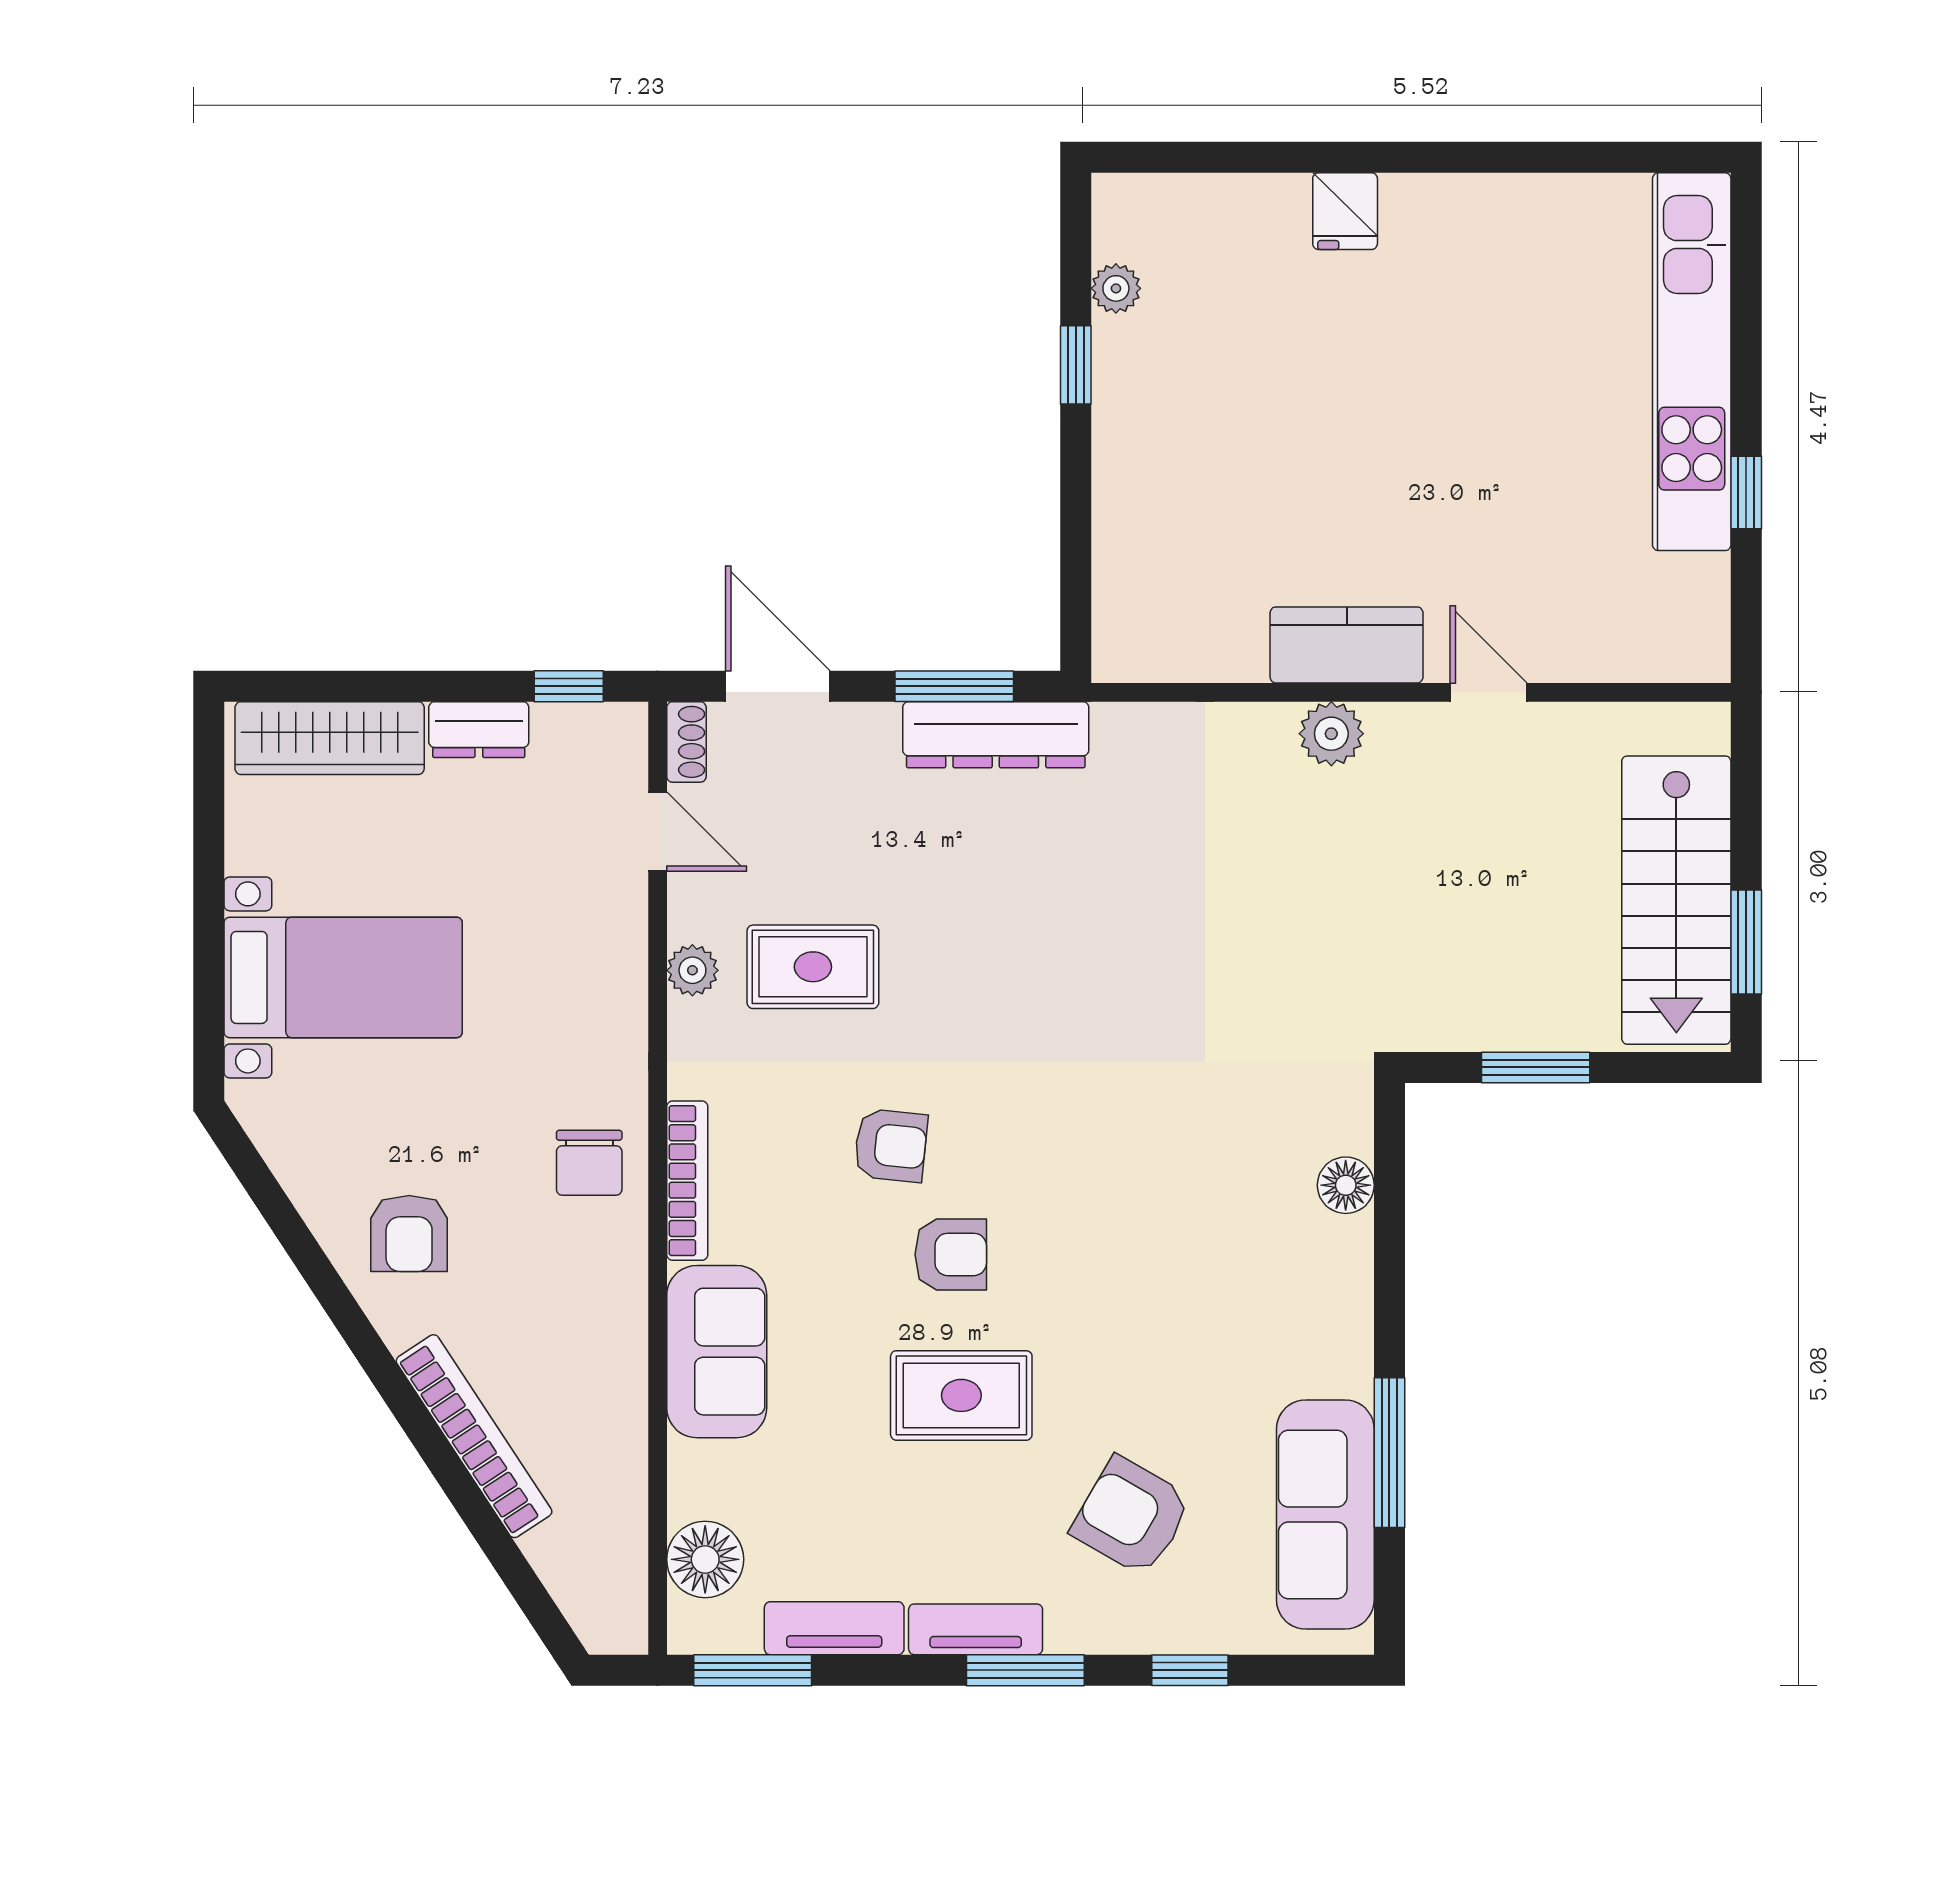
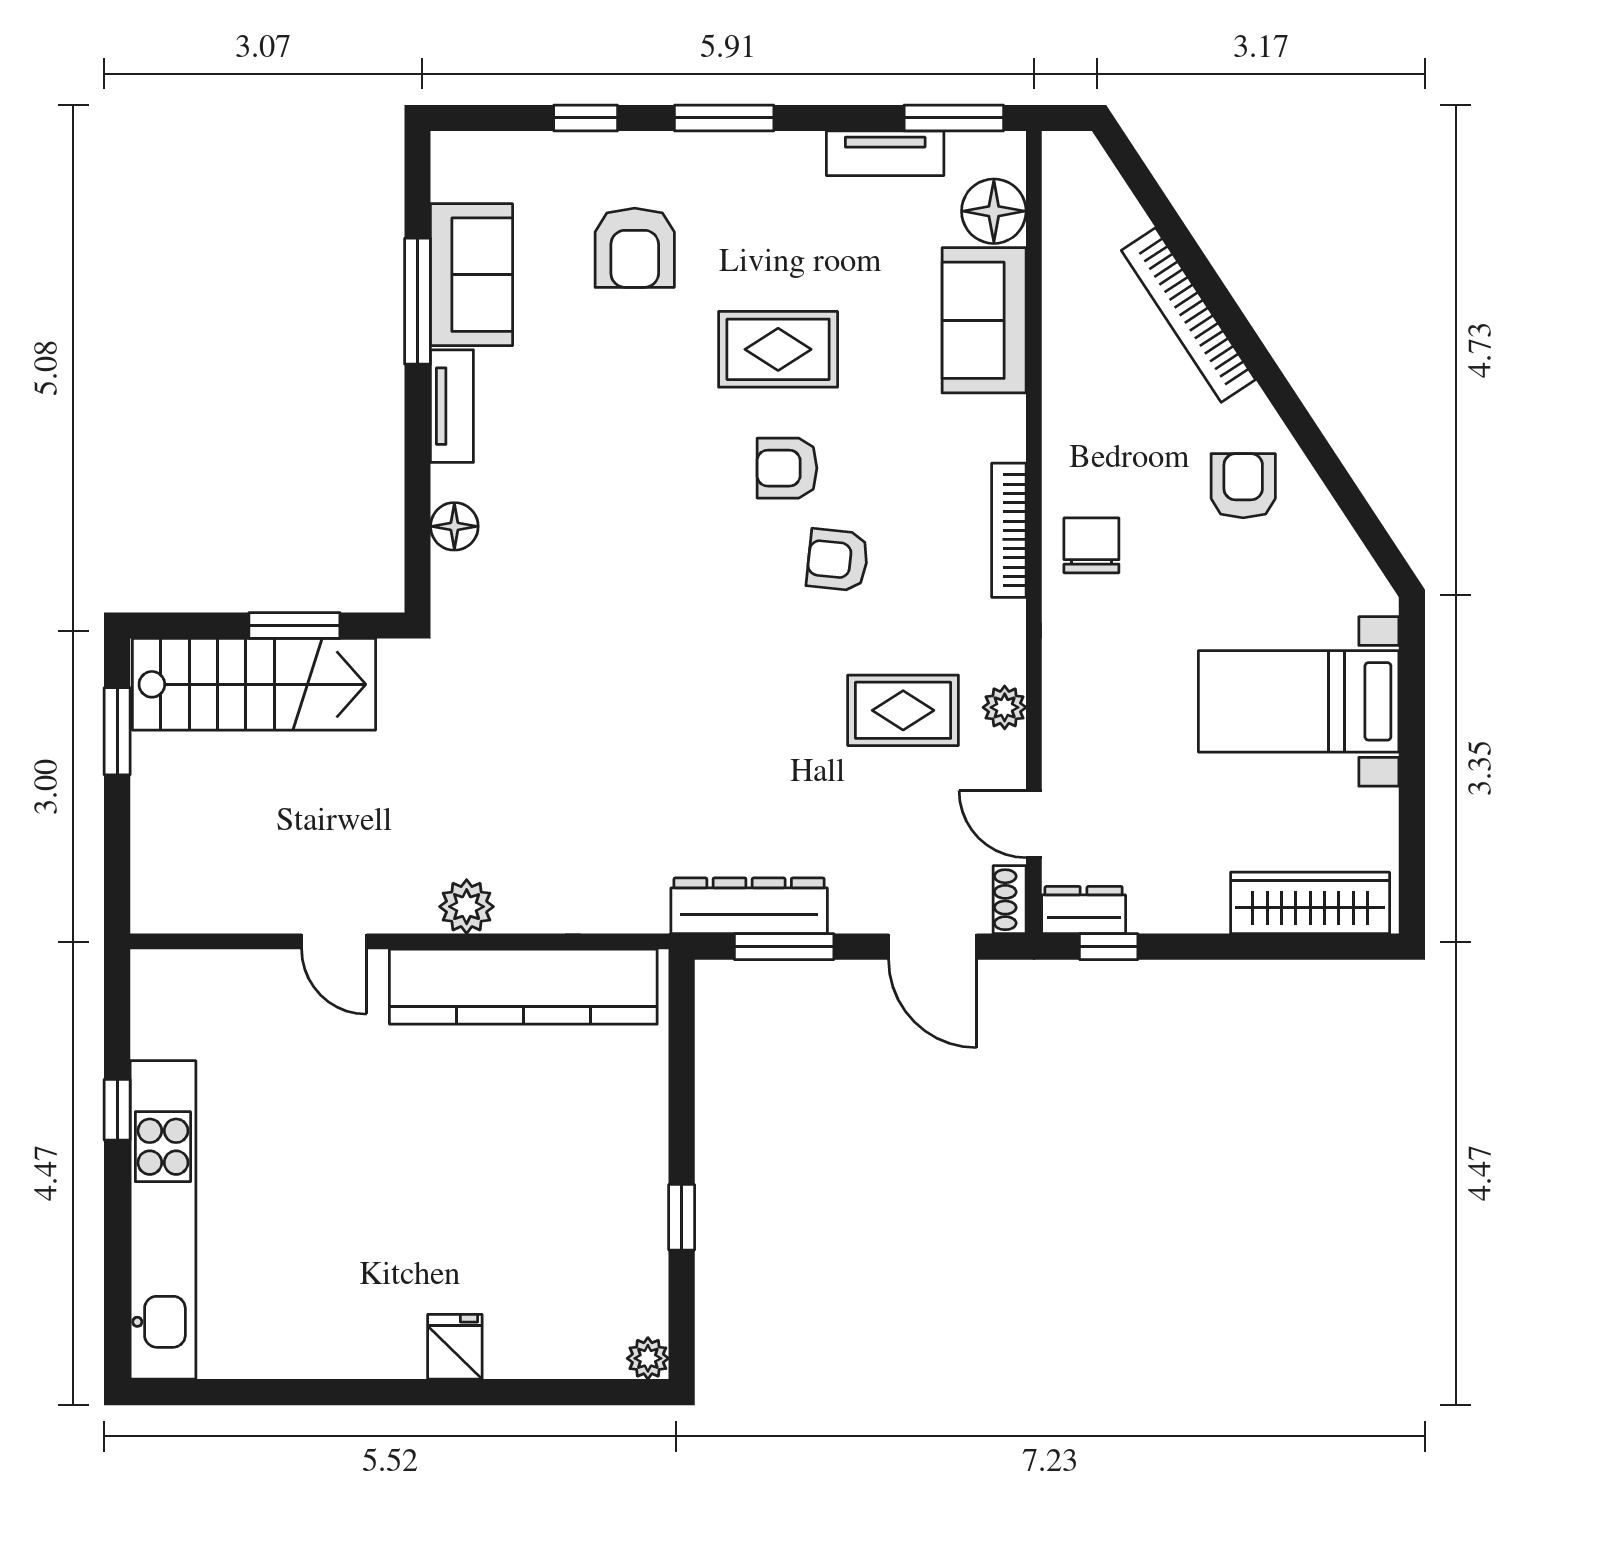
plant: (1116, 288) -> (648, 1358), moved
kitchen counter: (1347, 645) -> (523, 987), width x2.08, depth x1.17
dresser: (479, 730) -> (1084, 910), moved
stairs: (1676, 900) -> (254, 684), moved, turned 90
sofa: (717, 1352) -> (984, 320), moved
sofa: (1325, 1514) -> (472, 275), width x0.73
armchair: (1132, 1516) -> (635, 248), turned 60
tv unit: (976, 1629) -> (452, 406), moved, turned -90

